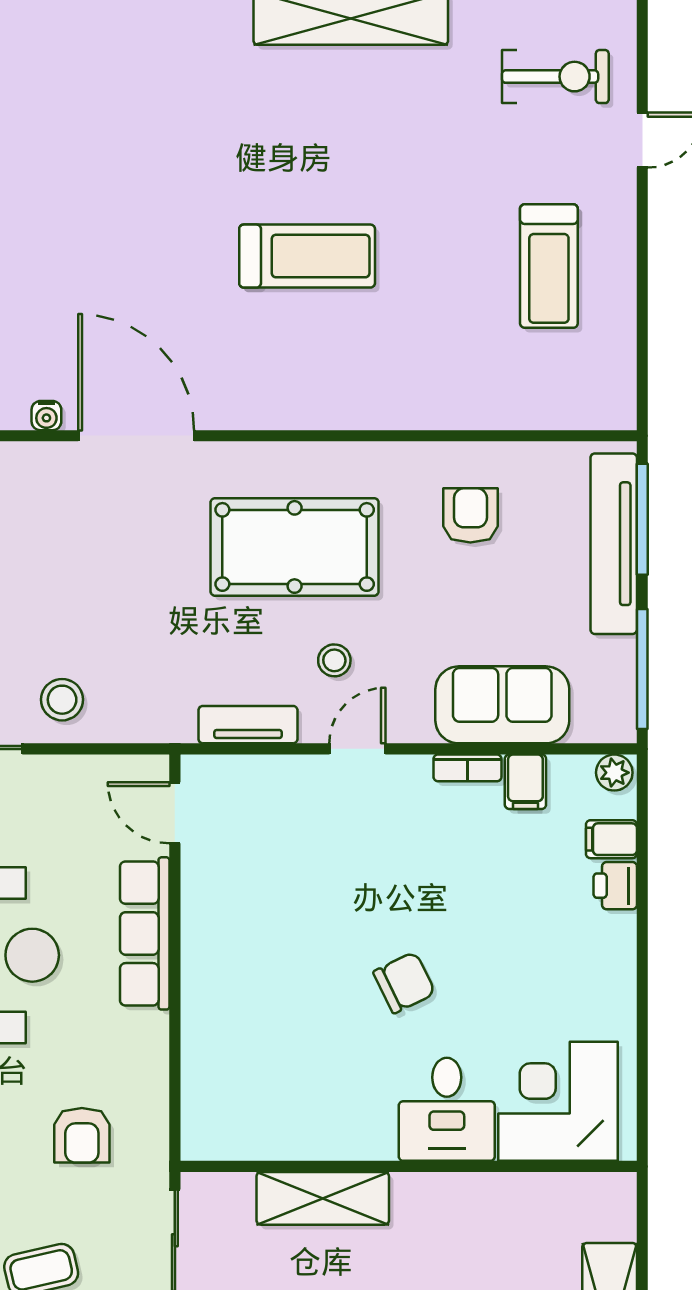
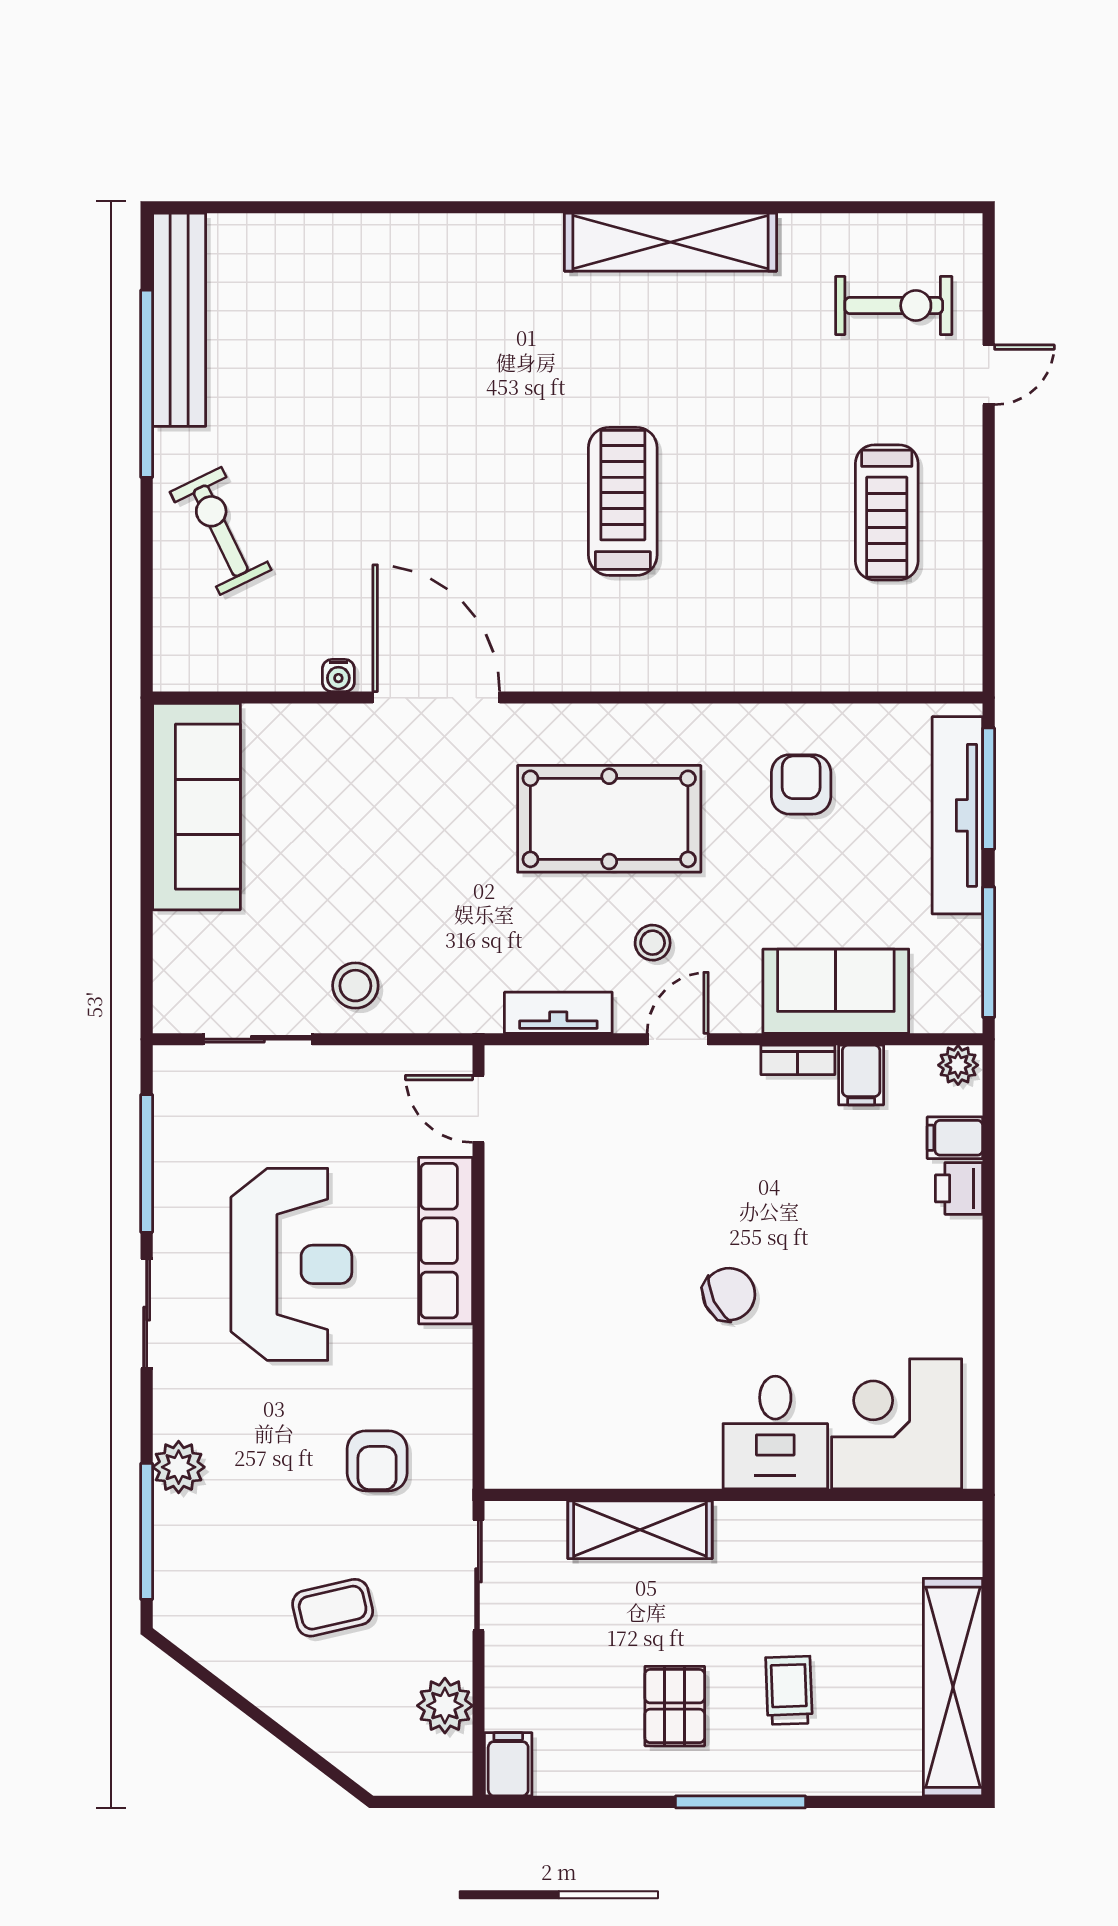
treadmill: (307, 256) -> (623, 501), turned -90

